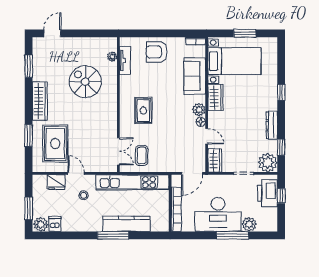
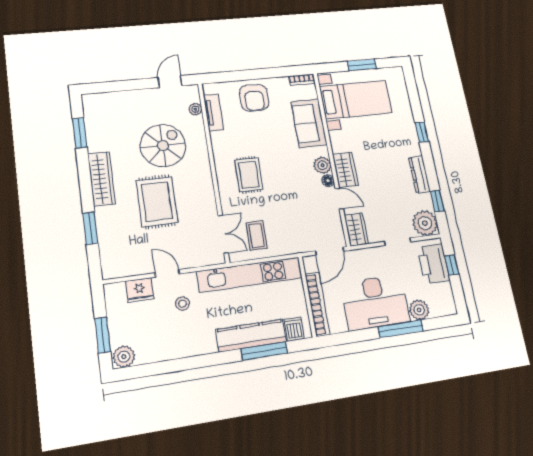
door: (52, 33) -> (170, 82), moved
armchair: (157, 52) -> (254, 98), turned -90
spiral stairs: (85, 82) -> (163, 145), turned 90
wardrobe: (215, 97) -> (345, 170), moved
rug: (55, 143) -> (157, 202), moved
dishwasher: (55, 224) -> (294, 329), moved
window: (113, 235) -> (264, 351), moved

